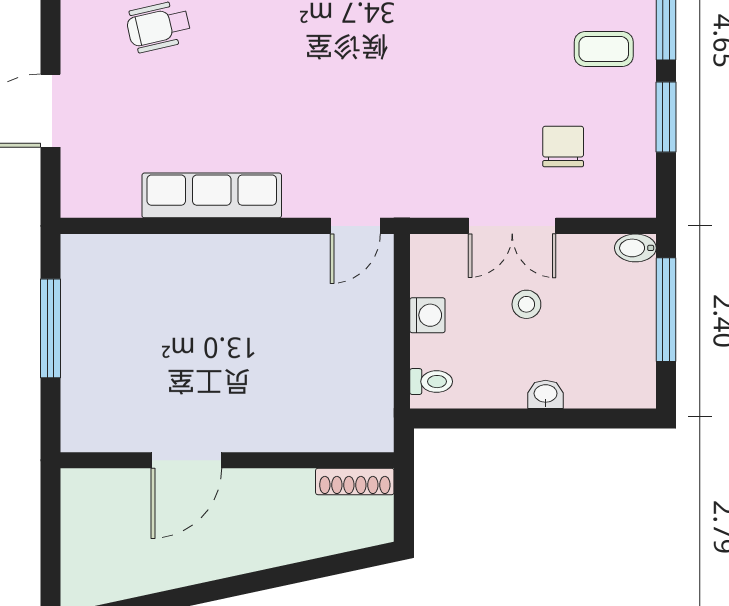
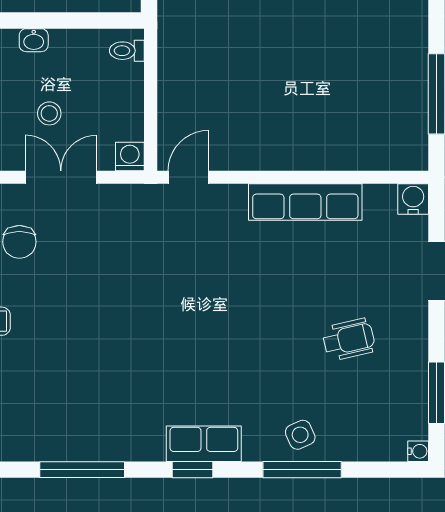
water cooler: (79, 199) -> (413, 199), added
washing machine: (427, 315) -> (130, 156), moved, turned 90

